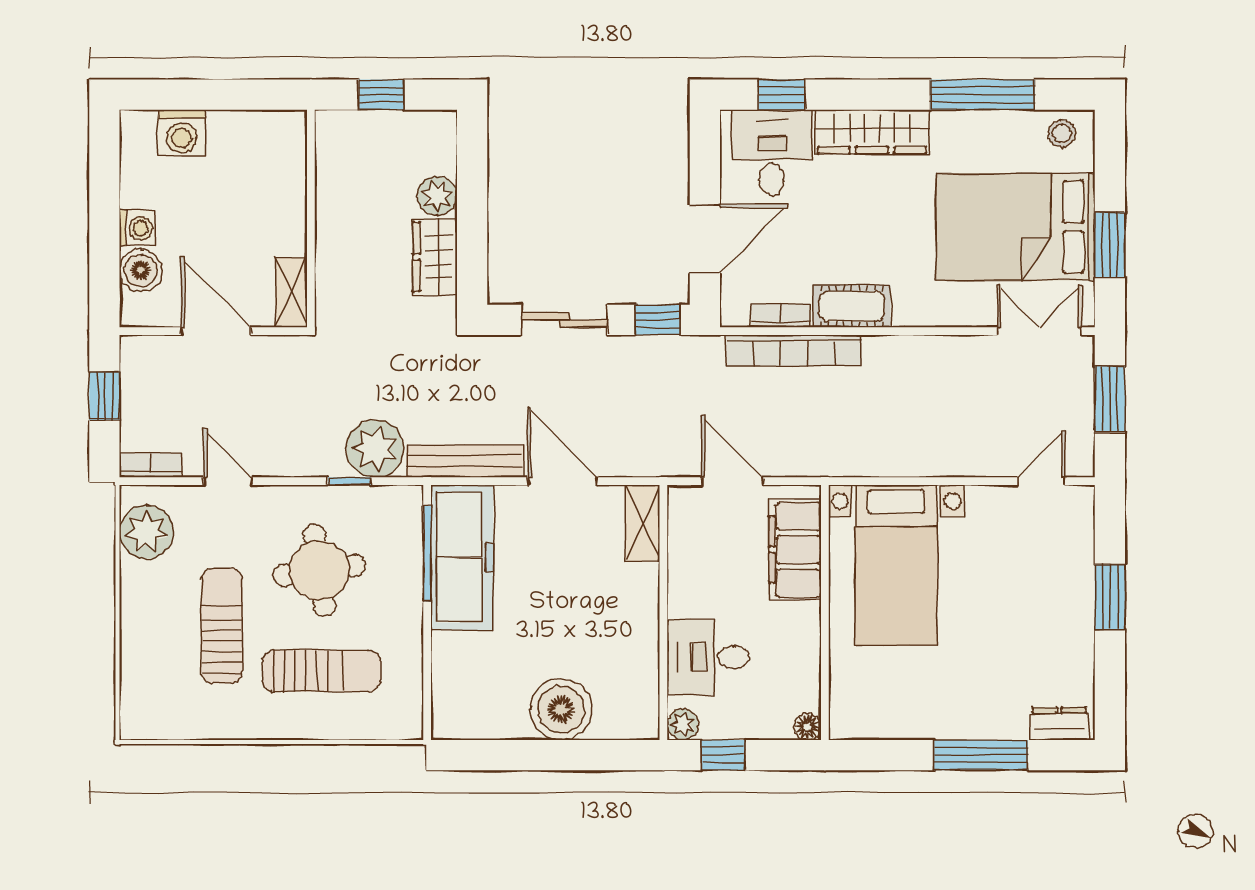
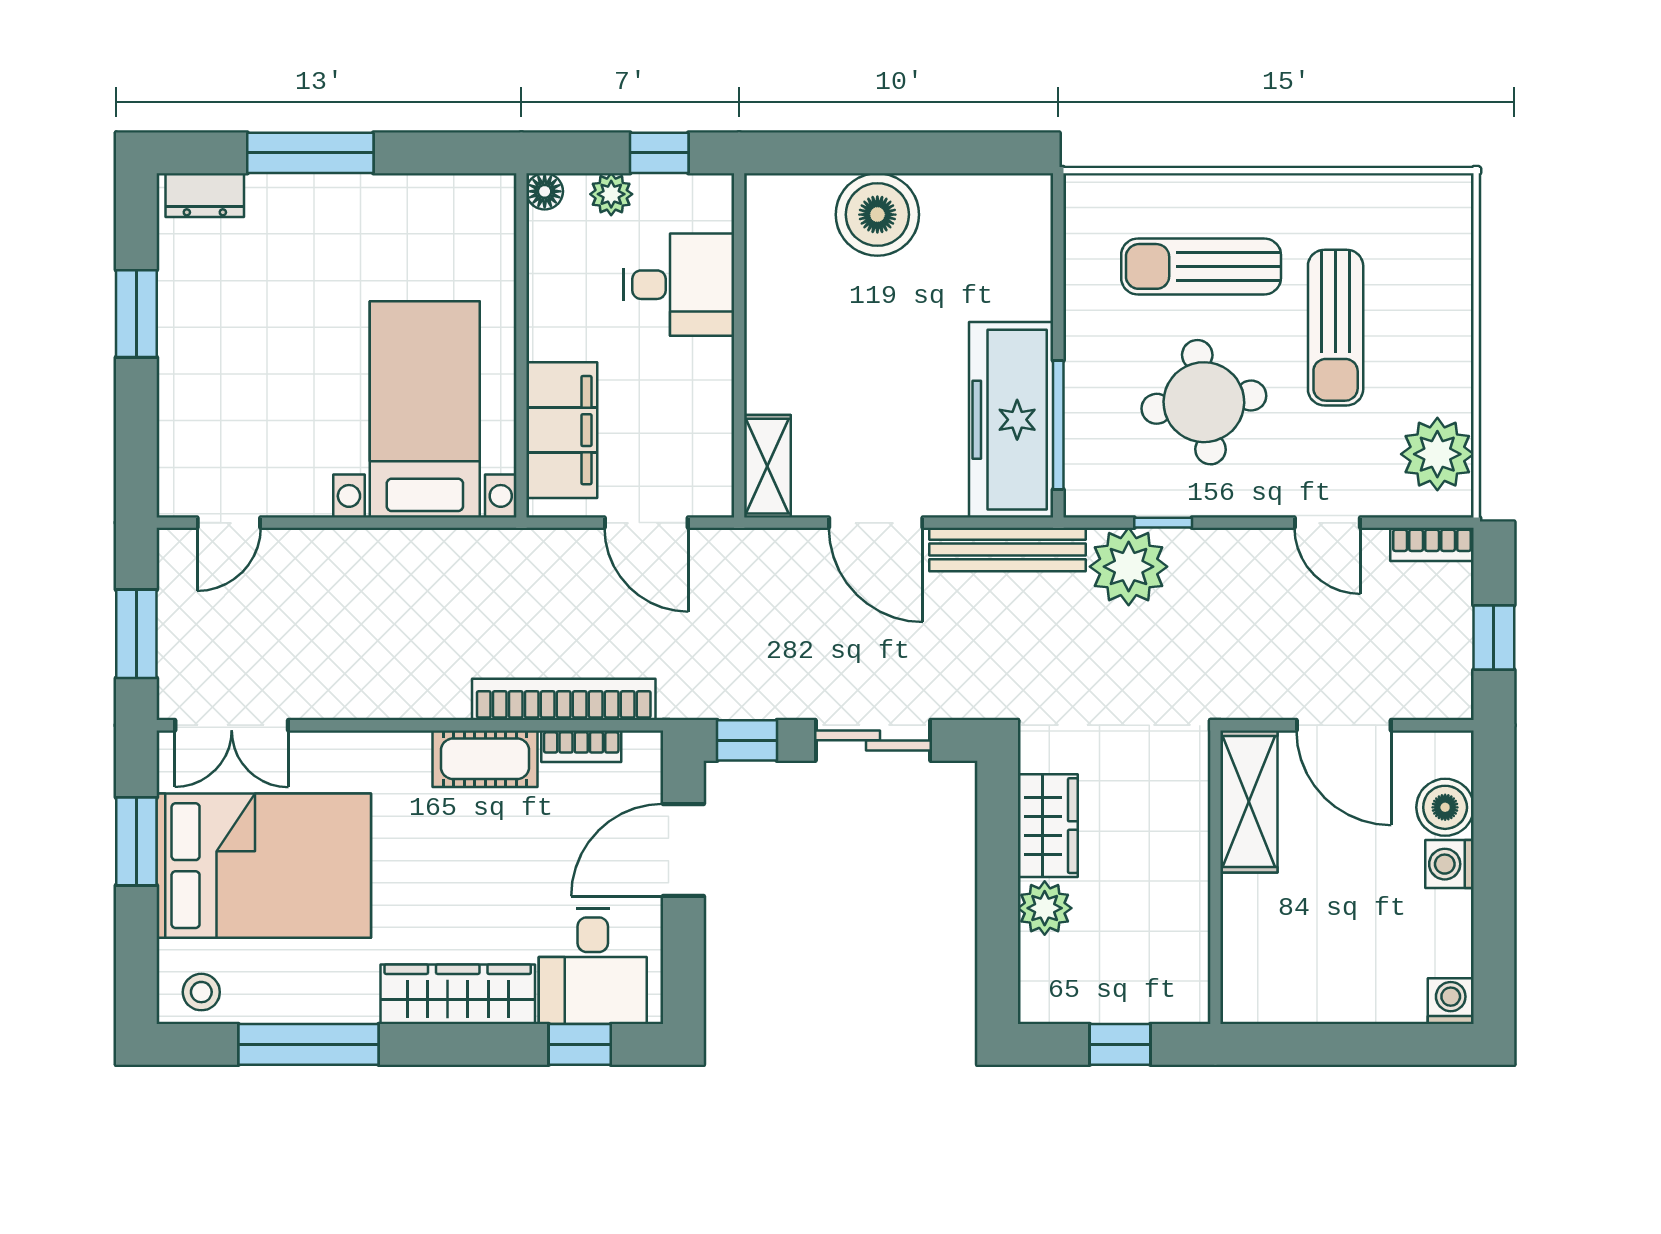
washing machine: (182, 133) -> (1451, 1001), moved, width x0.73, depth x0.73
shelving: (291, 292) -> (1249, 801), width x1.50, depth x1.33
window: (1110, 597) -> (136, 314), moved
plant: (683, 724) -> (611, 194), moved

